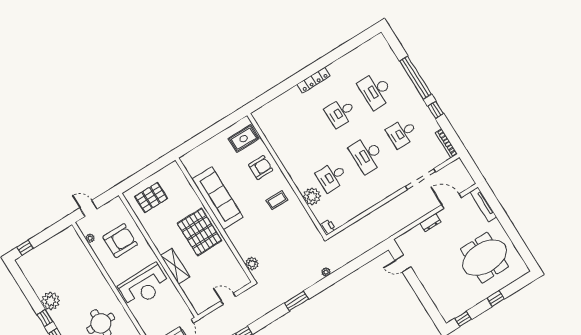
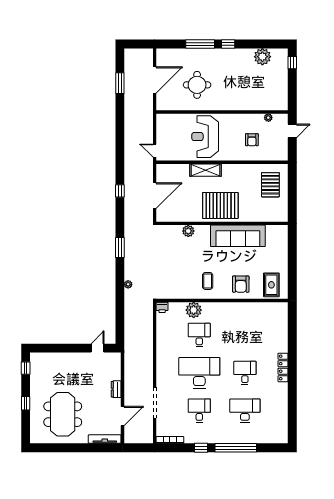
desk: (367, 155) -> (199, 373), width x1.36, depth x1.30
armchair: (120, 241) -> (252, 140), width x0.53, depth x0.53
plant: (252, 264) -> (188, 231), moved
door: (228, 299) -> (155, 196), width x1.88
plant: (51, 301) -> (262, 57), moved

